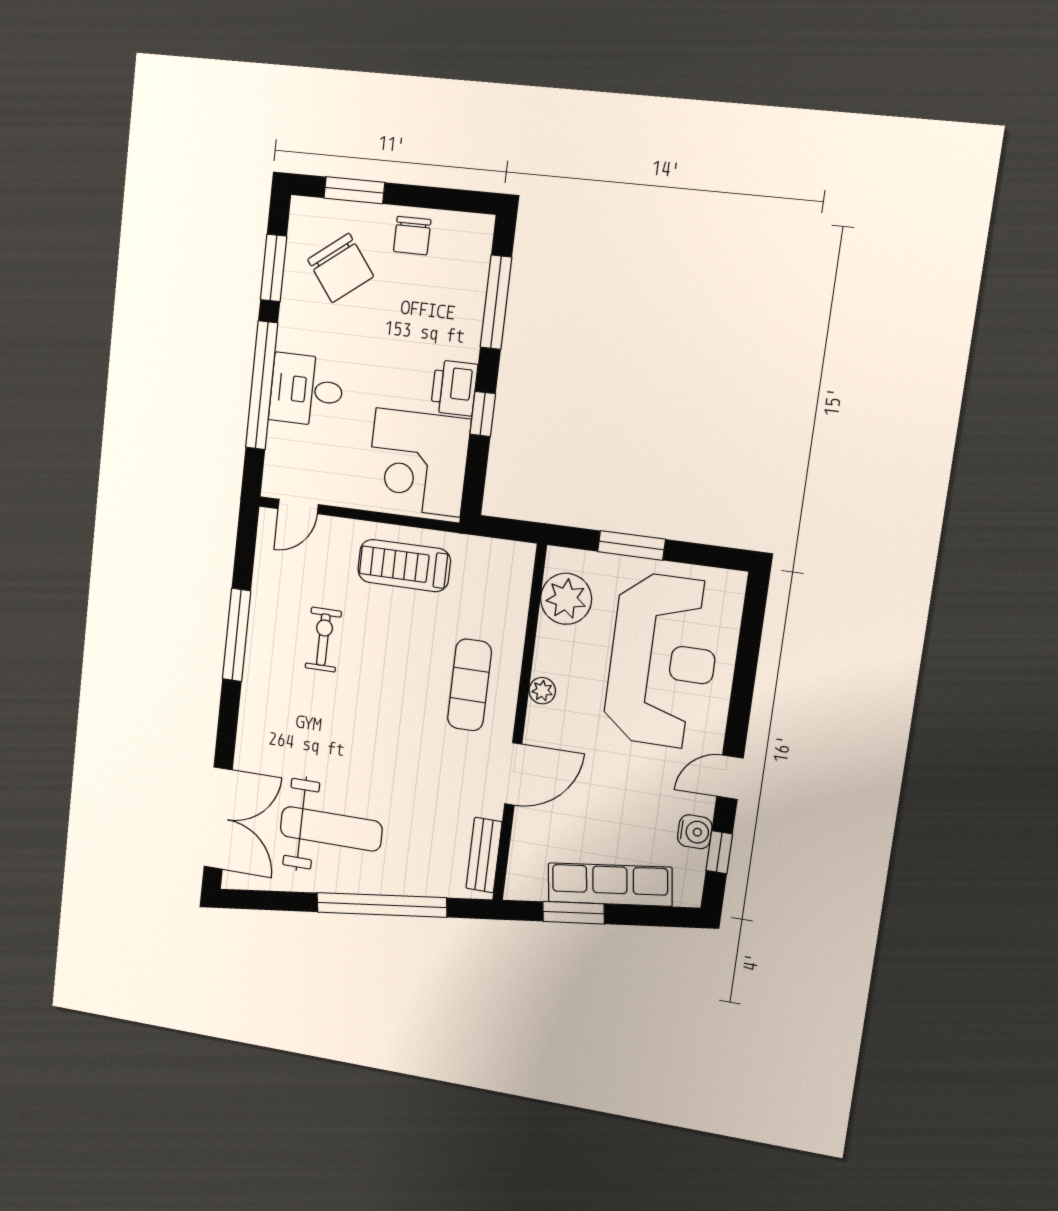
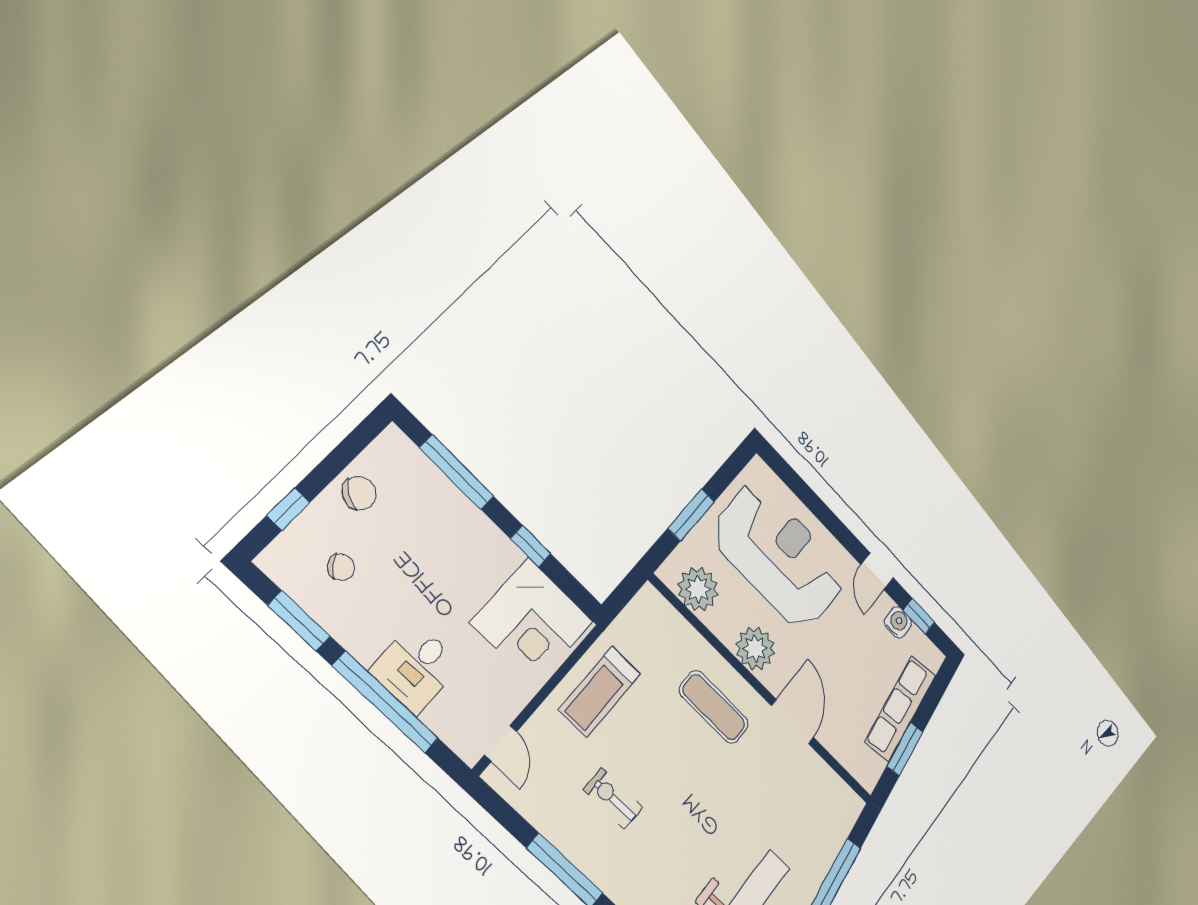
window: (354, 190) -> (288, 509), width x0.67
chair: (412, 236) -> (359, 493), turned -58
chair: (341, 268) -> (341, 567), width x0.54, depth x0.54
printer: (454, 388) -> (497, 552), removed
plant: (542, 691) -> (755, 648), width x1.88, depth x1.88
bench: (484, 855) -> (834, 787), removed

